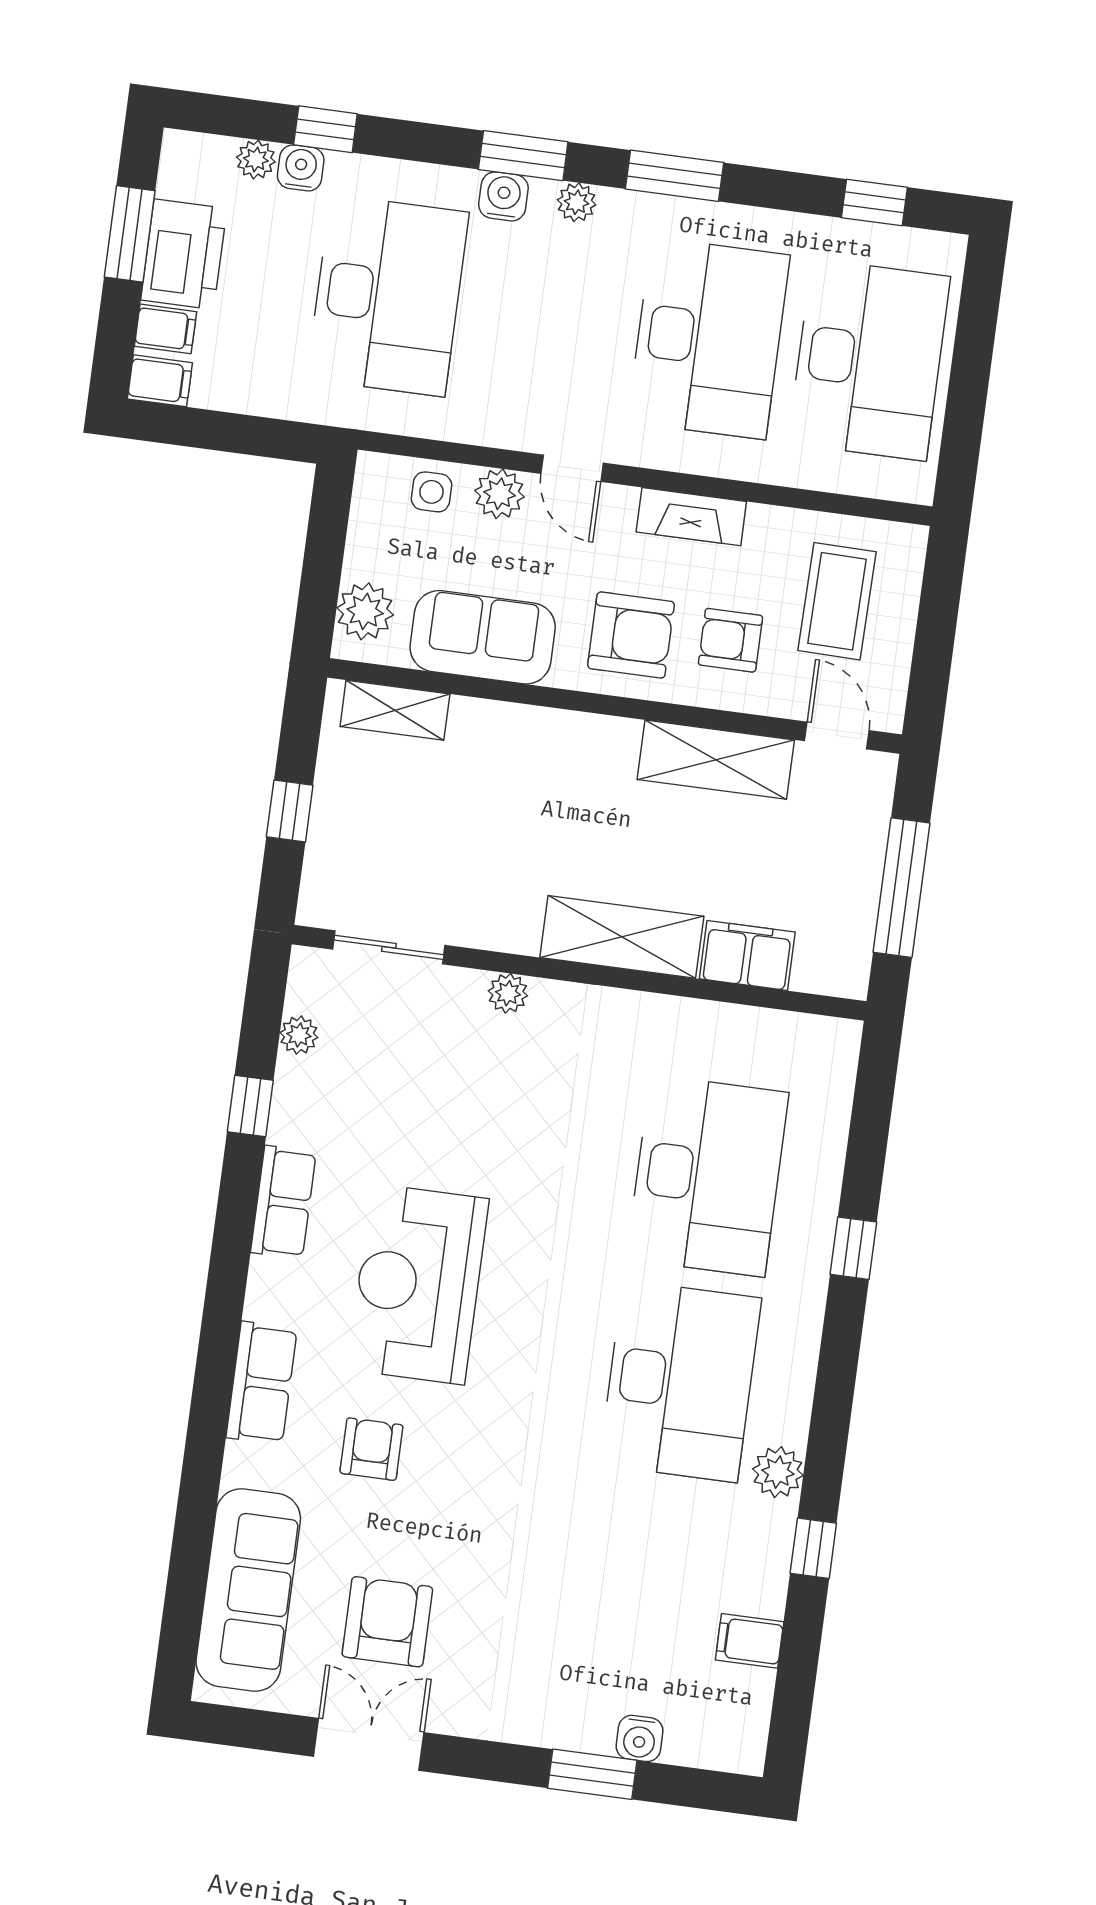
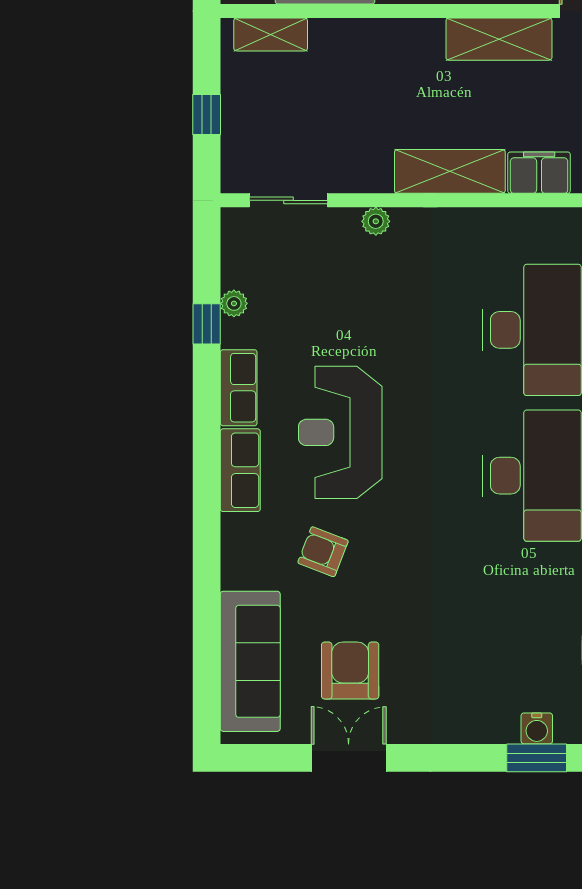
plant: (299, 1035) -> (234, 303), moved
row of seats: (262, 1383) -> (240, 470), moved
armchair: (371, 1449) -> (323, 552), turned -69
window: (592, 1774) -> (537, 758), moved

